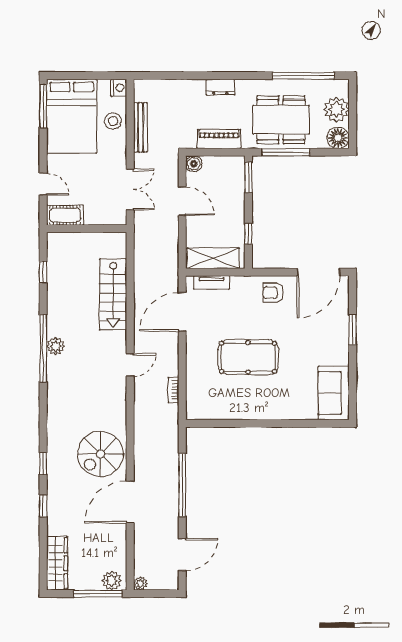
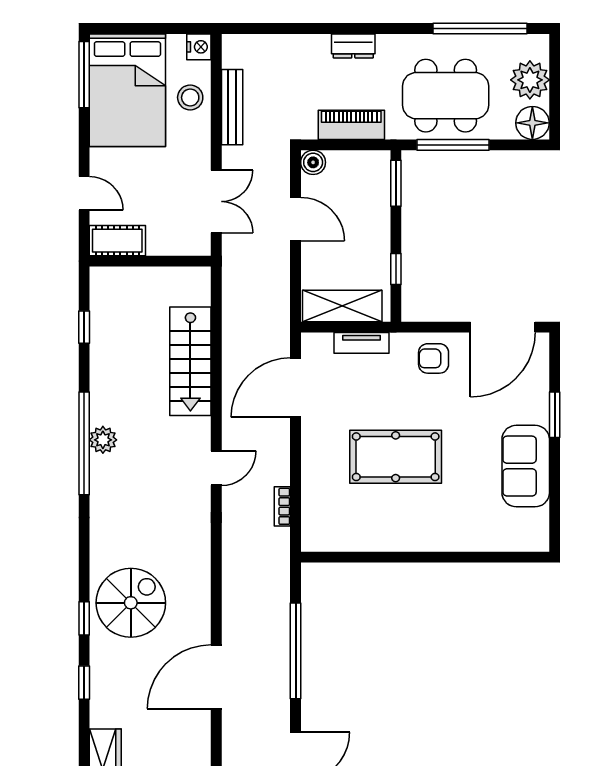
tv unit: (212, 282) -> (362, 343), moved
sofa: (334, 393) -> (526, 466), moved
spiral stairs: (100, 454) -> (131, 603), moved, turned 180

